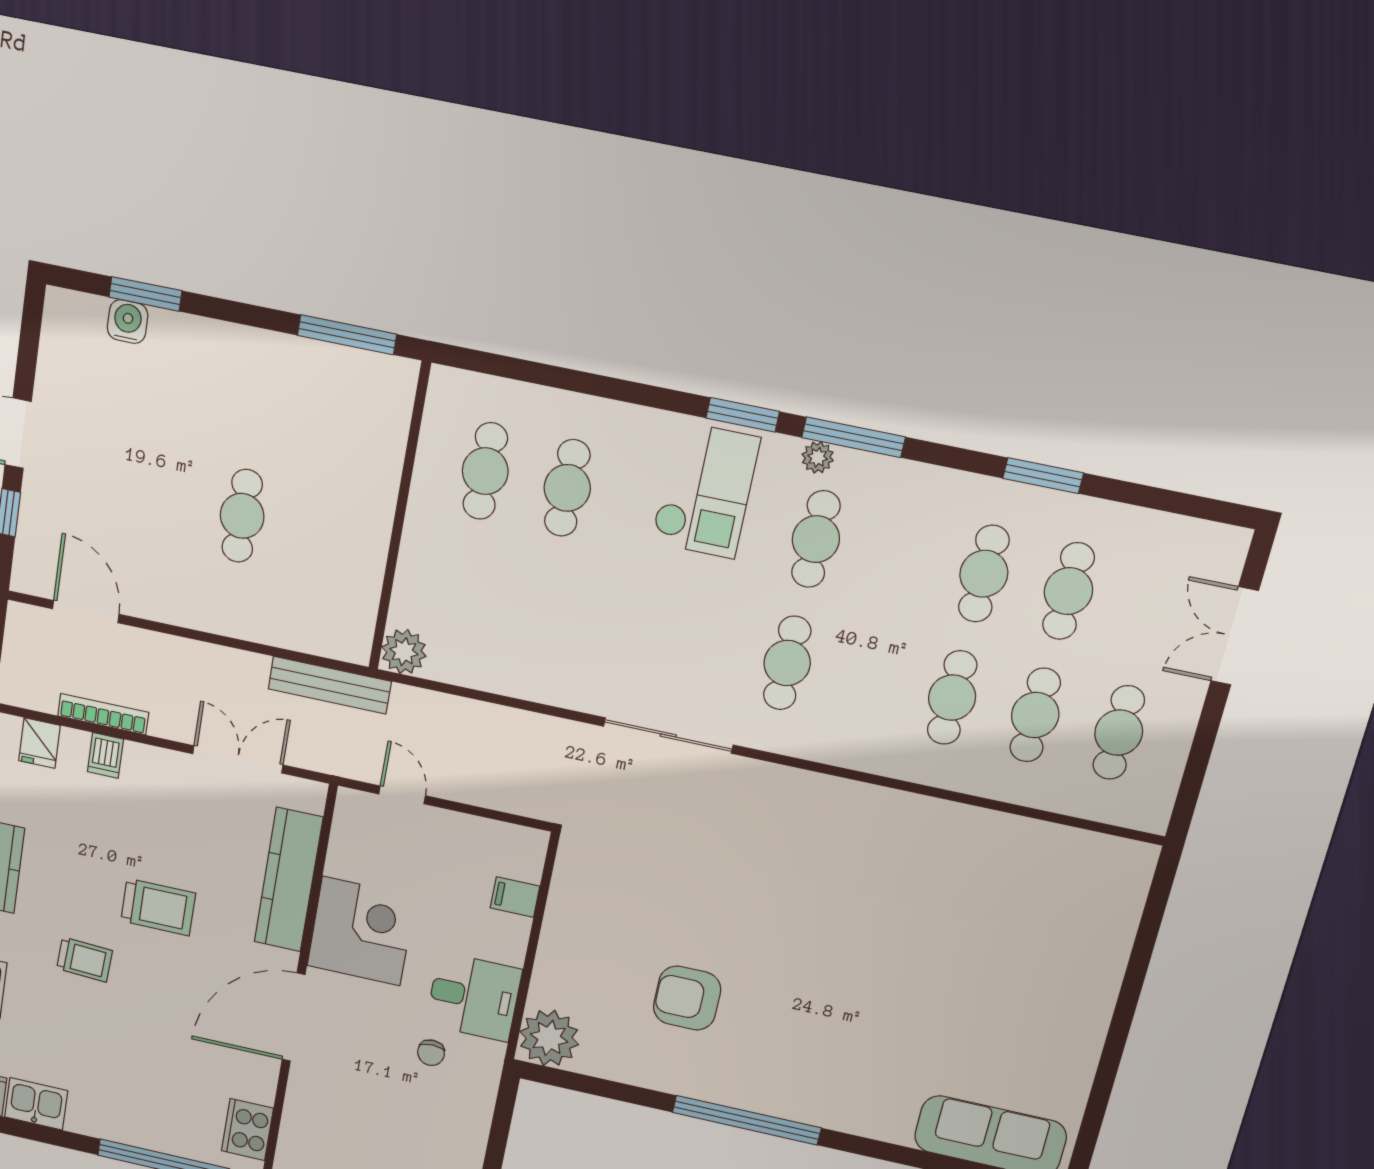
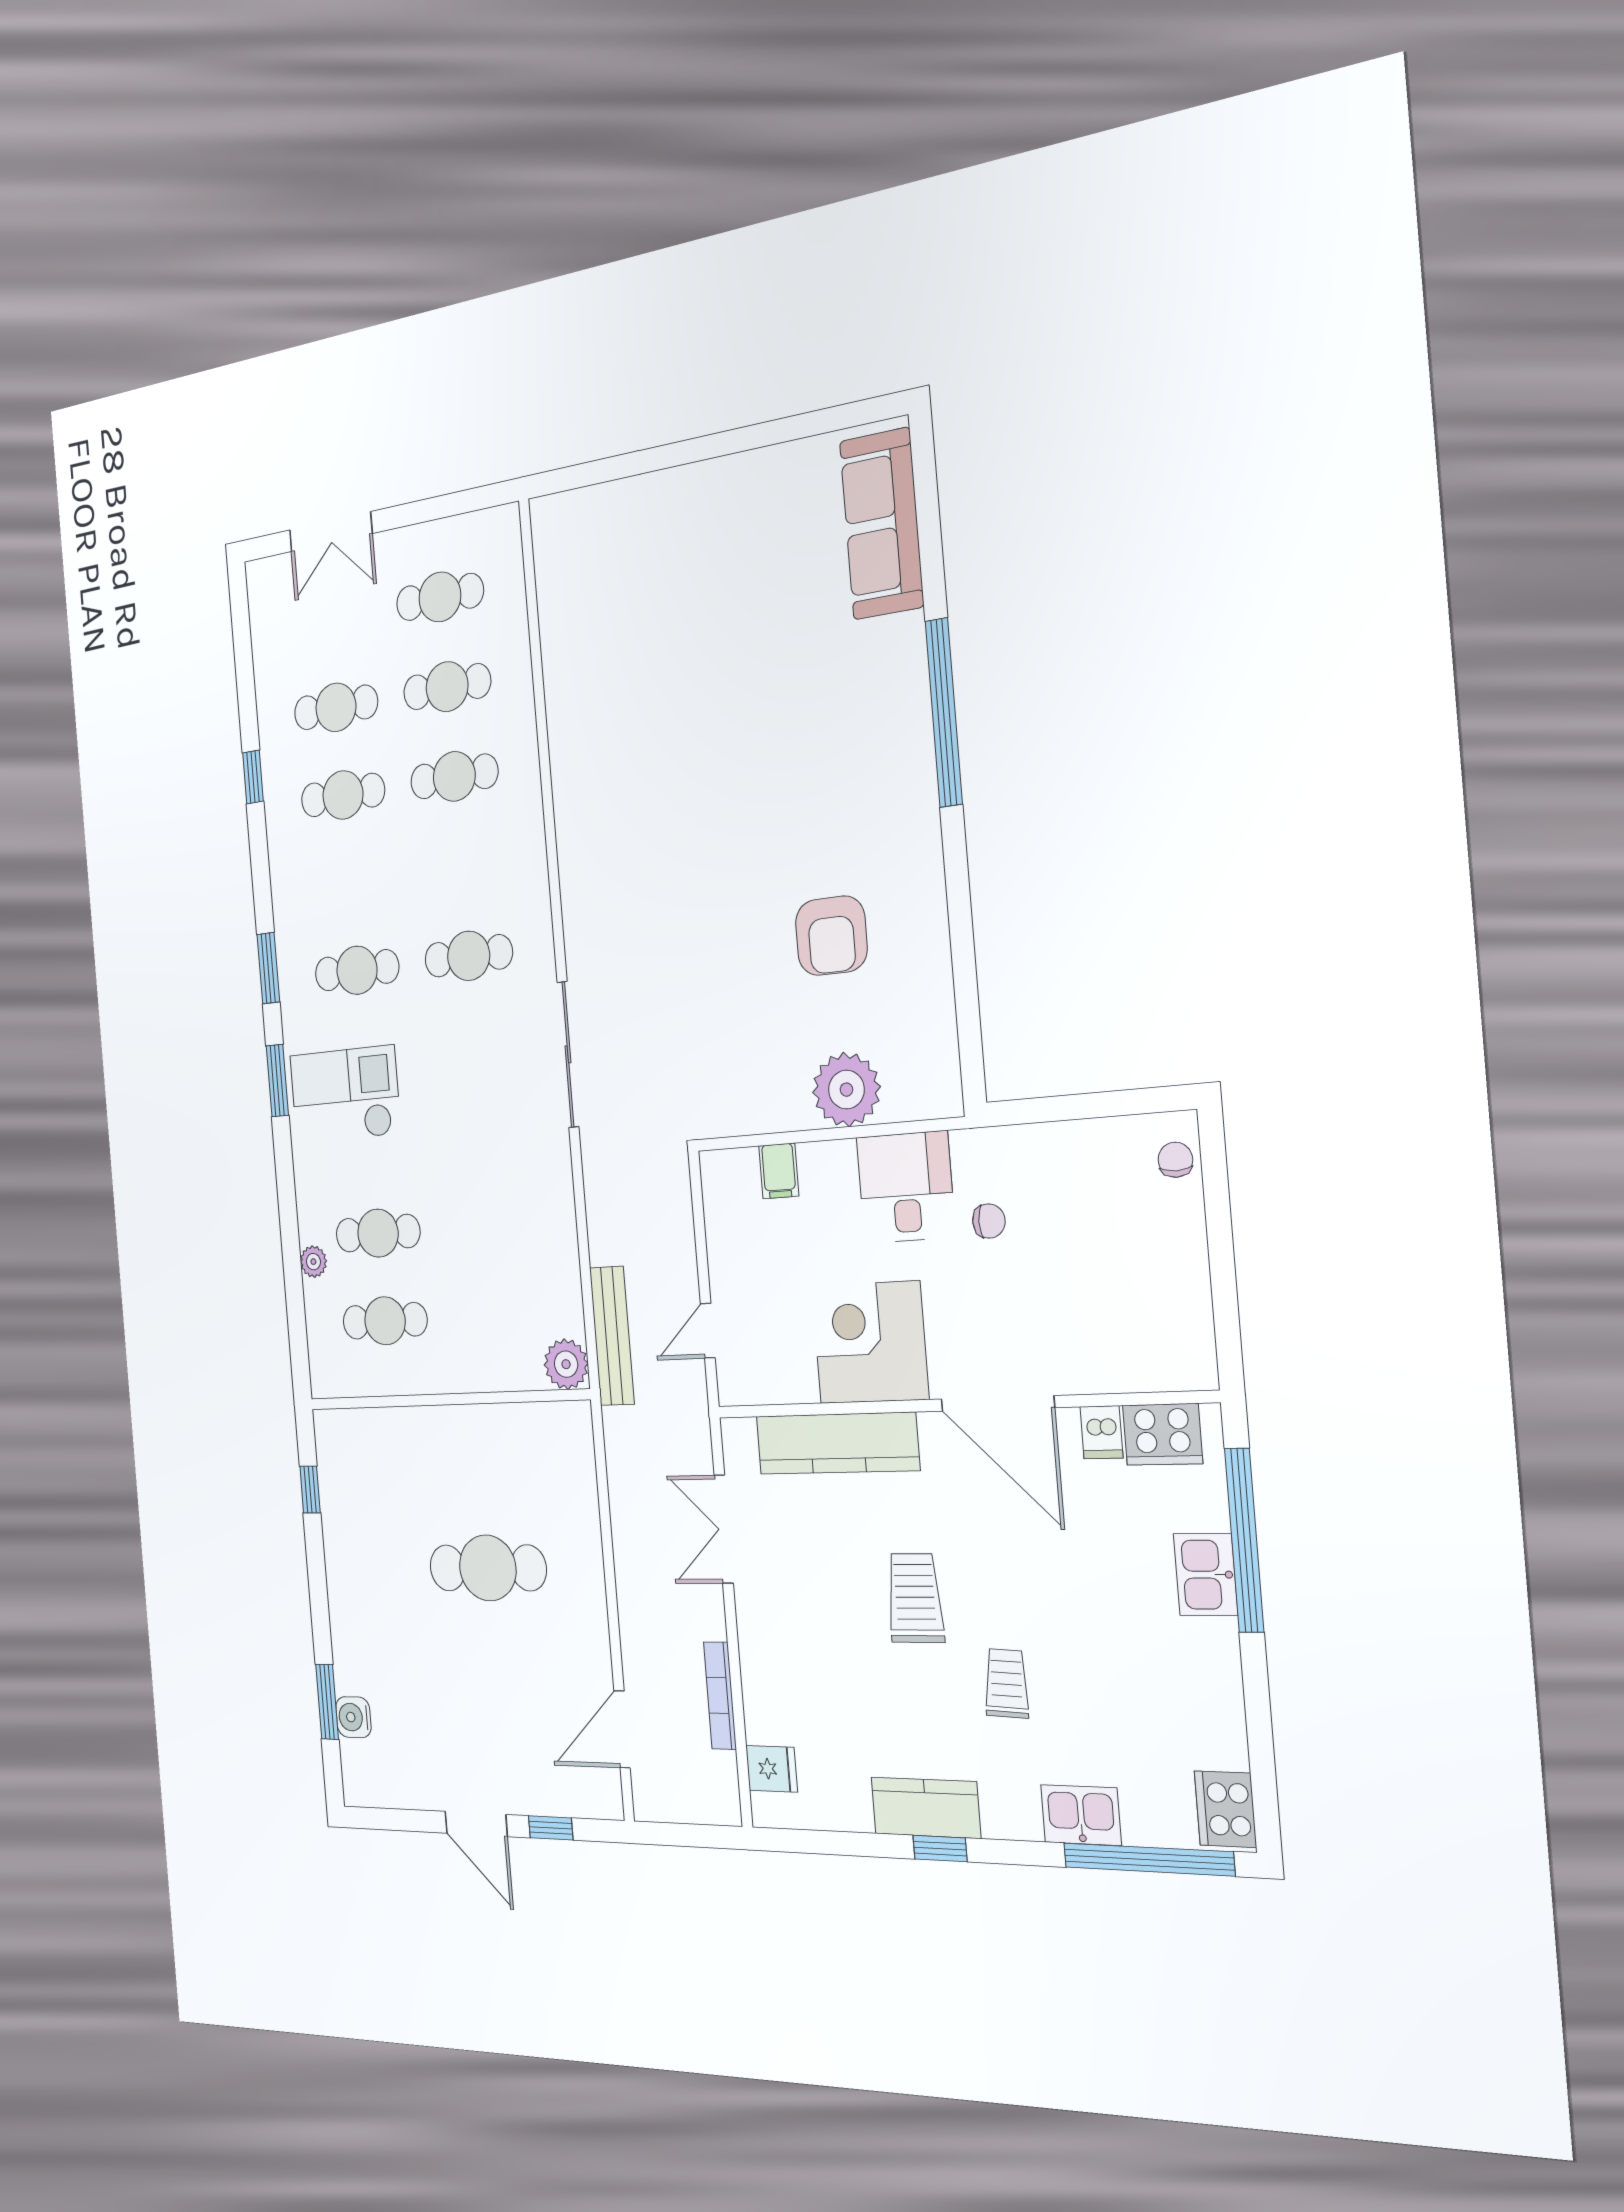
window: (347, 335) -> (310, 1489), width x0.46
window: (853, 437) -> (268, 968), width x0.69
plant: (818, 457) -> (313, 1262), moved
window: (1043, 476) -> (253, 777), width x0.67
cafe table: (242, 516) -> (488, 1568), width x1.37, depth x1.35
bench: (330, 685) -> (612, 1336), moved
dishwasher: (105, 755) -> (1102, 1432), moved, turned 90
plant: (549, 1038) -> (846, 1090), moved
kitchen sink: (36, 1104) -> (1206, 1575), moved
window: (747, 1120) -> (944, 713), moved

